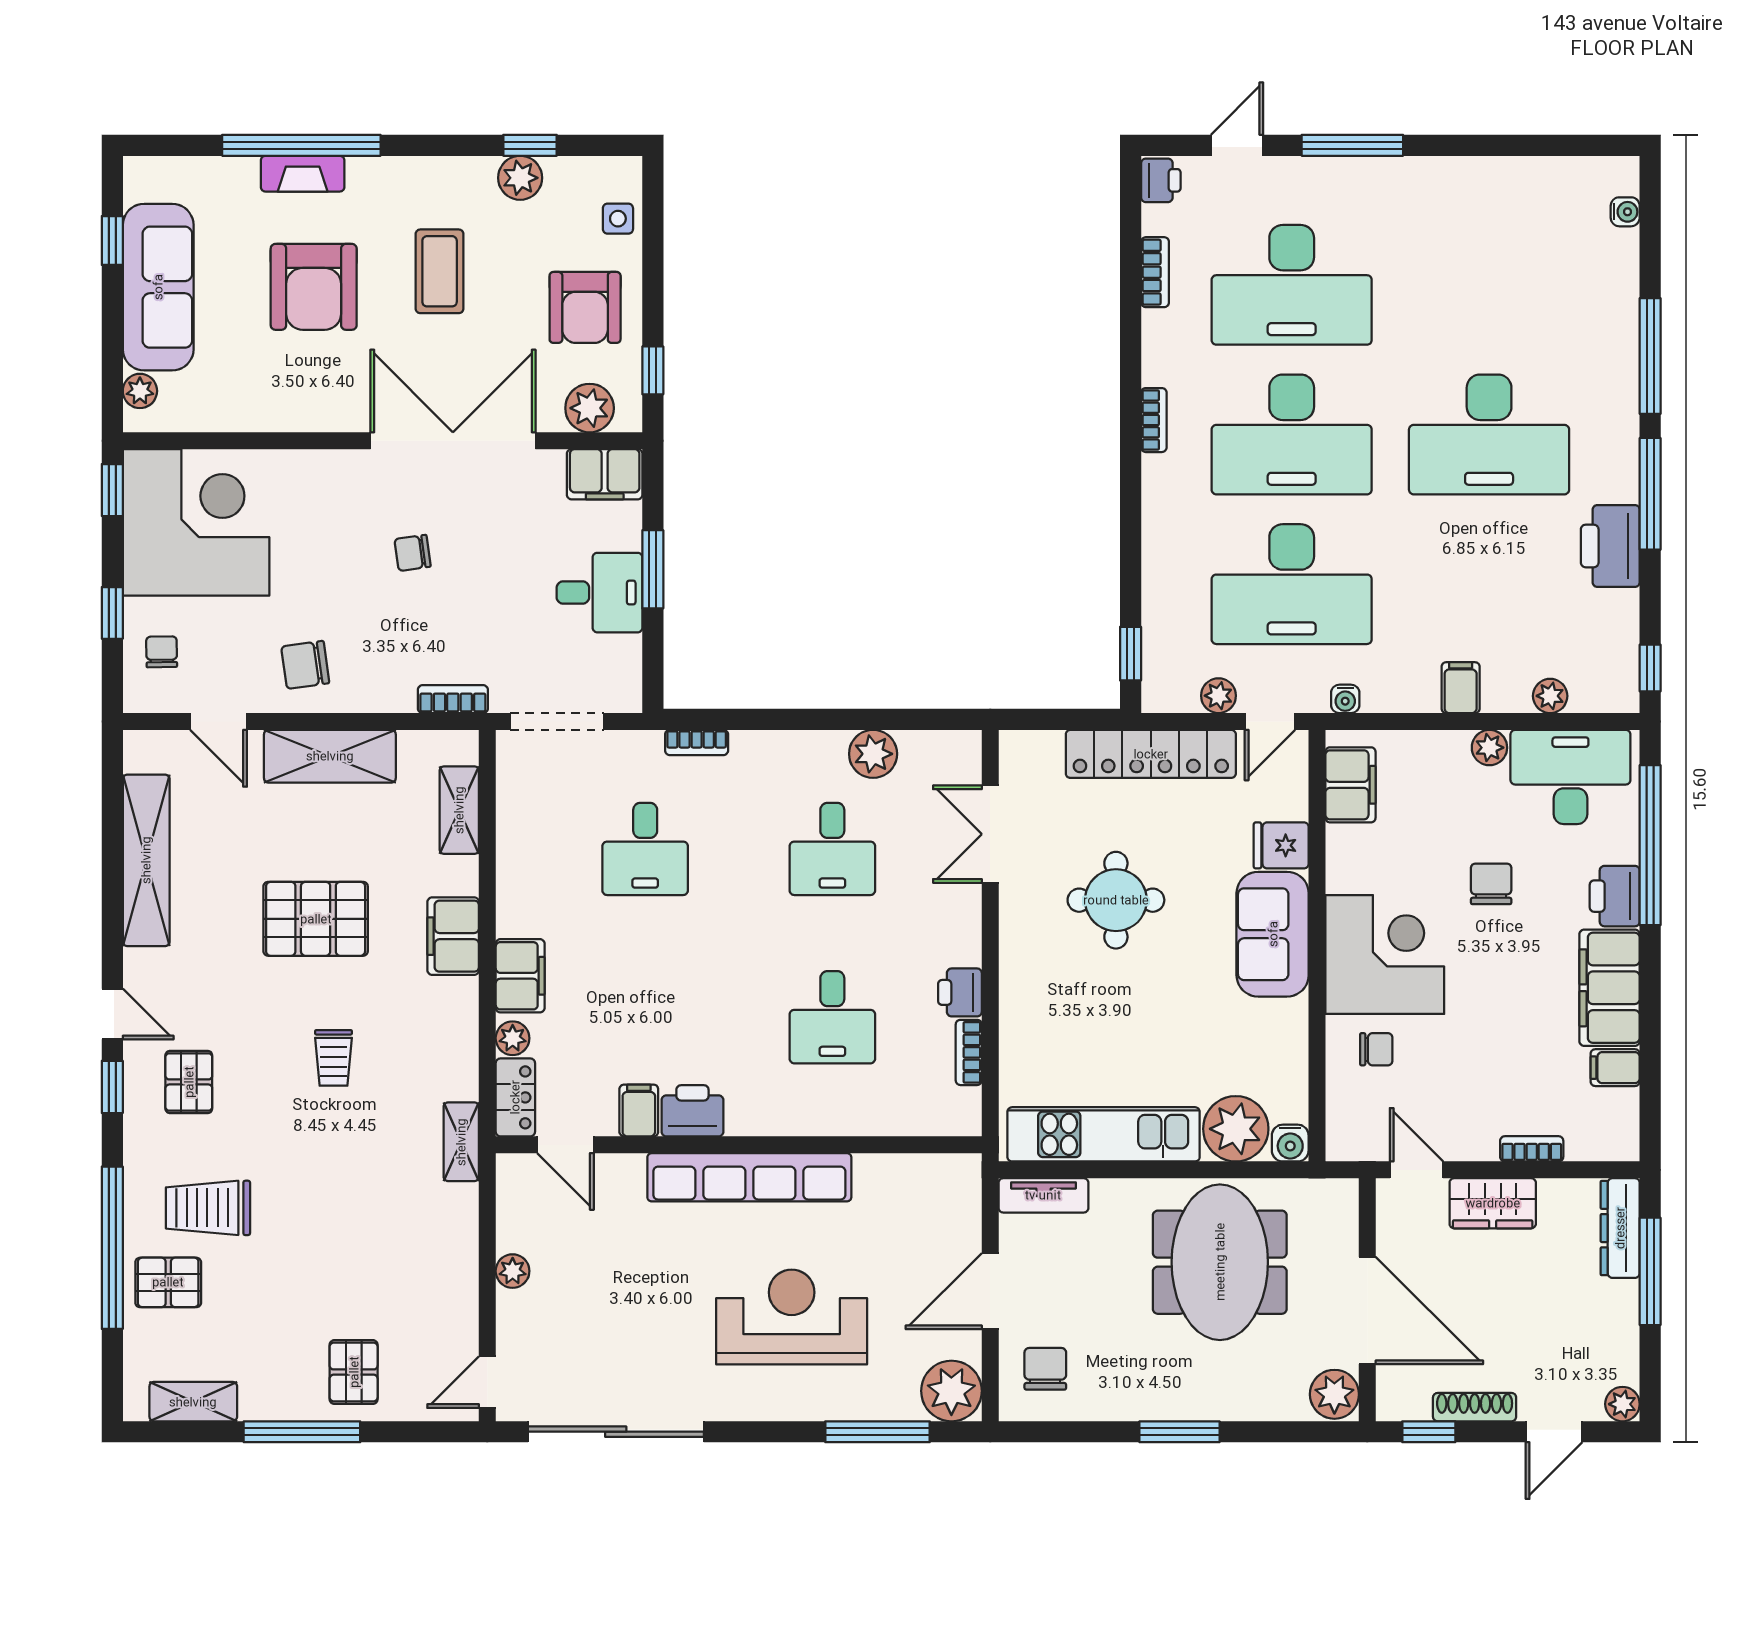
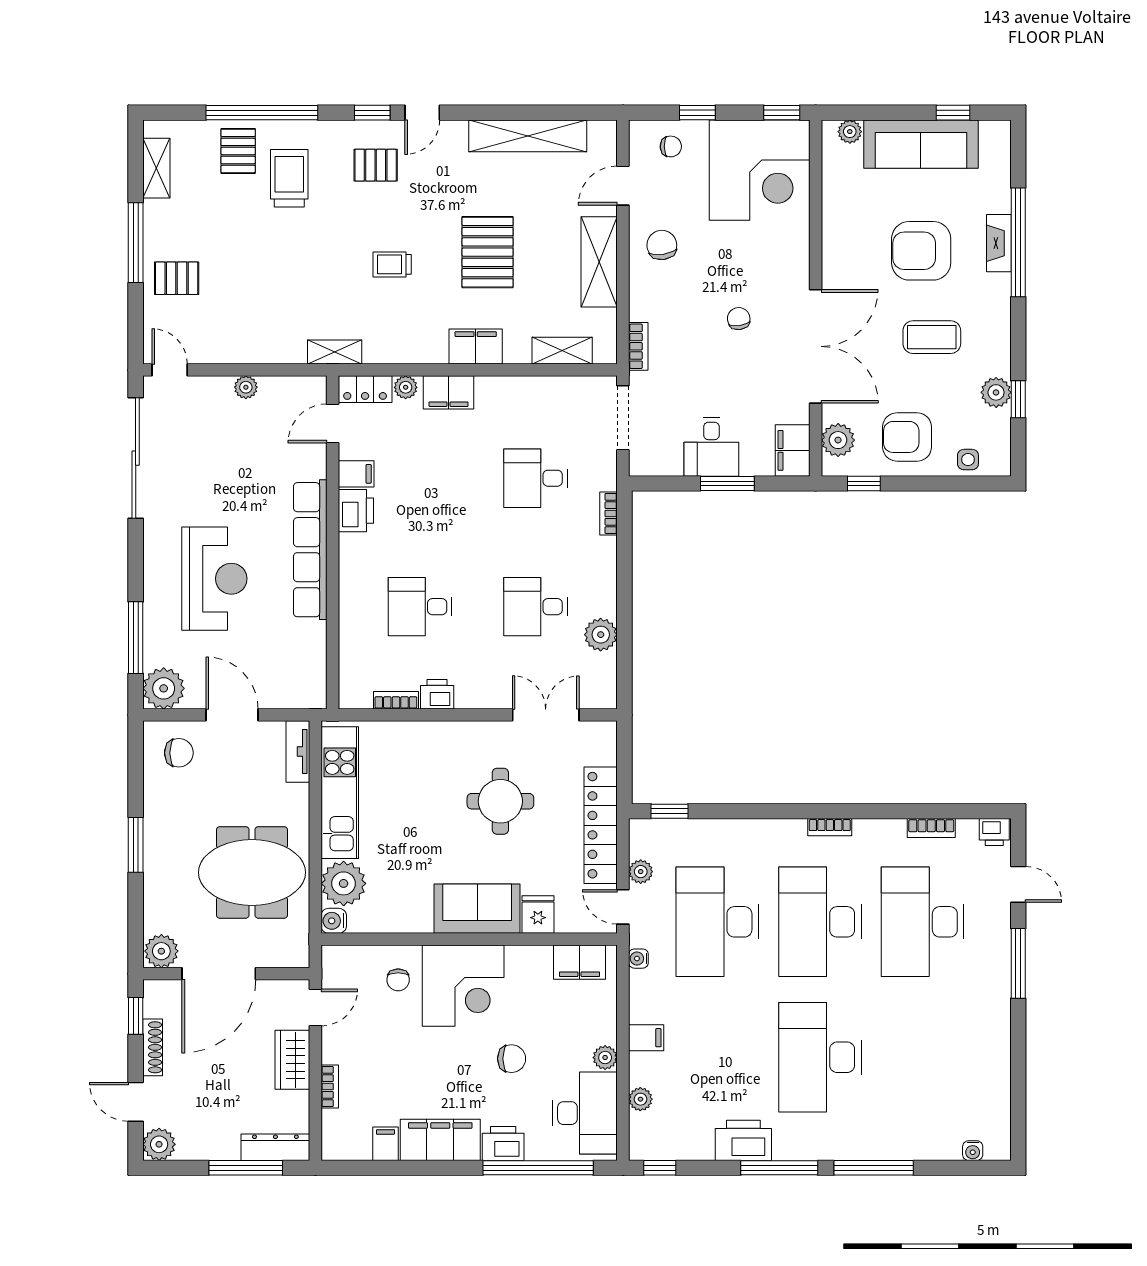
plant: (1622, 1404) -> (159, 1144), width x1.38, depth x1.38

